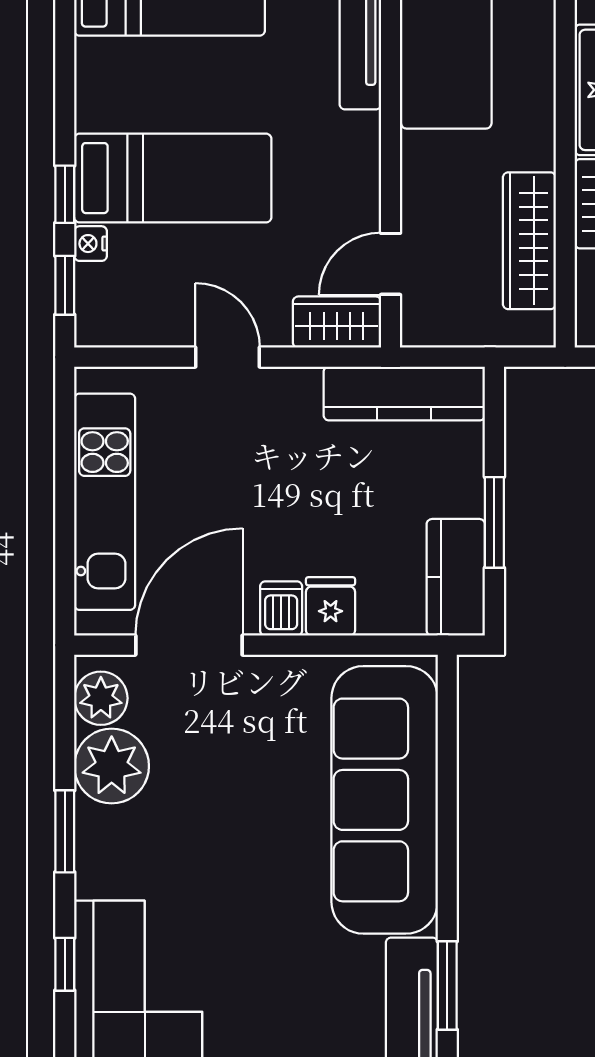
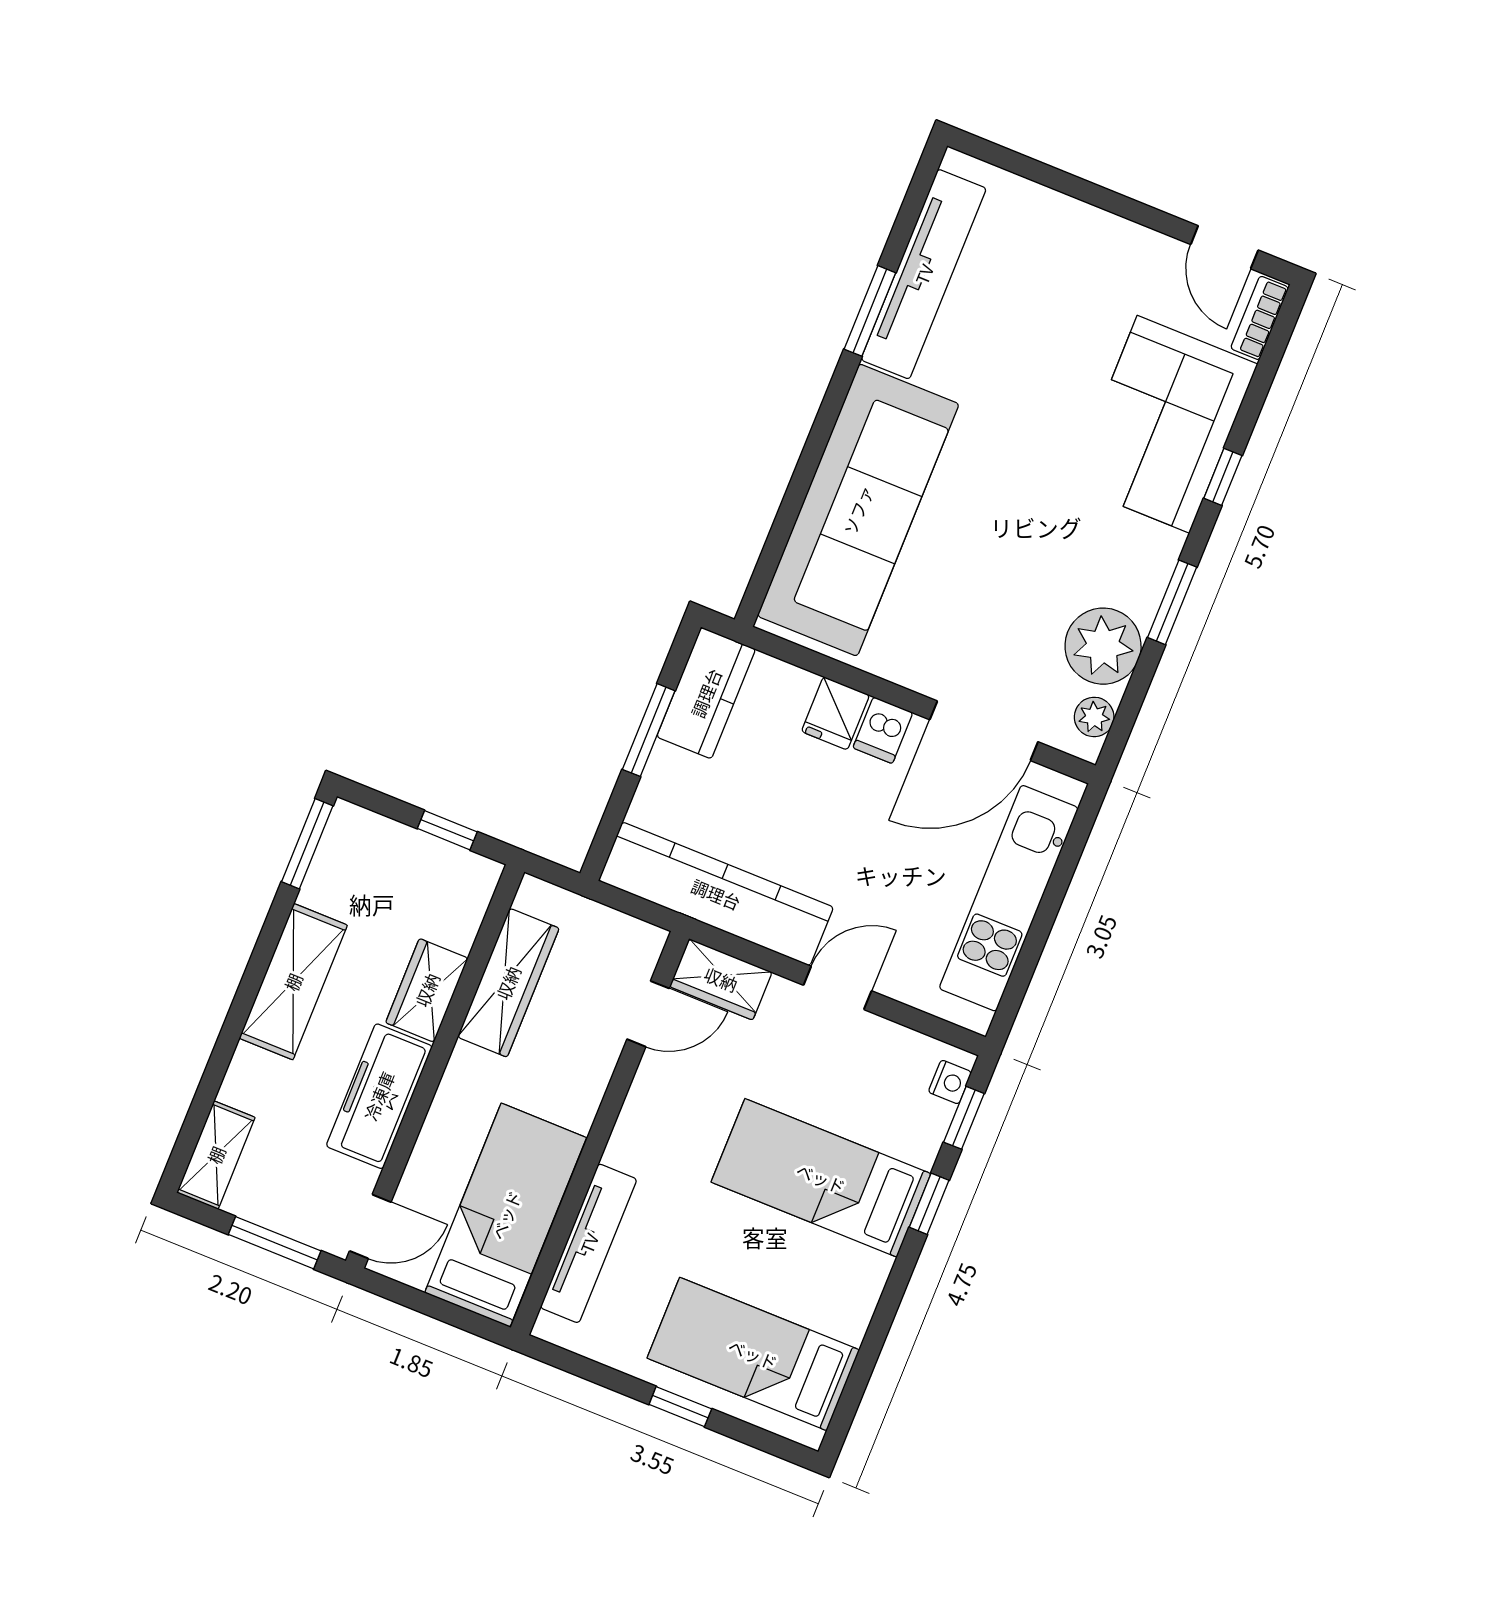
nightstand: (91, 244) -> (950, 1082), moved
door: (228, 357) -> (838, 988), swing flipped
kitchen counter: (404, 393) -> (716, 894), width x1.39, depth x1.17
plant: (101, 698) -> (1094, 717), width x0.73, depth x0.73

